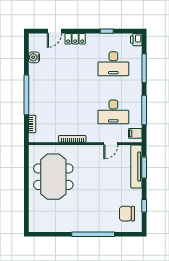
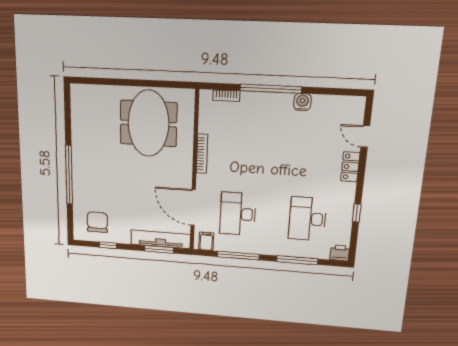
water cooler: (34, 57) -> (302, 102), moved
door: (111, 144) -> (193, 208), width x1.88
meeting table: (53, 177) -> (148, 123), turned 90

